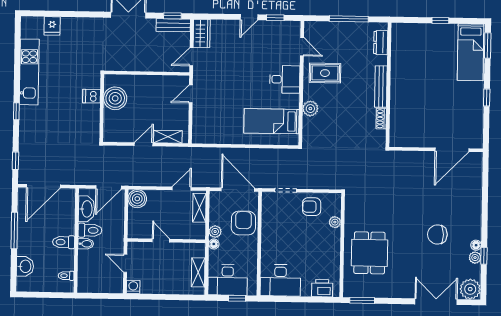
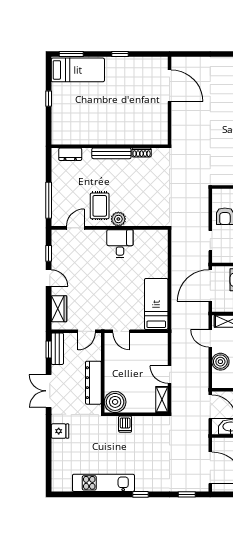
window: (349, 19) -> (49, 200), moved
fridge: (52, 26) -> (60, 431), moved
wardrobe: (202, 33) -> (59, 309), moved, turned 90
door: (191, 57) -> (87, 331), hinge flipped
dresser: (136, 63) -> (93, 383), added
desk: (285, 79) -> (120, 244), moved
boiler: (115, 98) -> (115, 402), moved
plant: (310, 109) -> (118, 219), moved
bed: (271, 121) -> (156, 304), moved, turned 180
shelving: (168, 137) -> (162, 399), moved
boiler: (137, 199) -> (220, 362), moved

